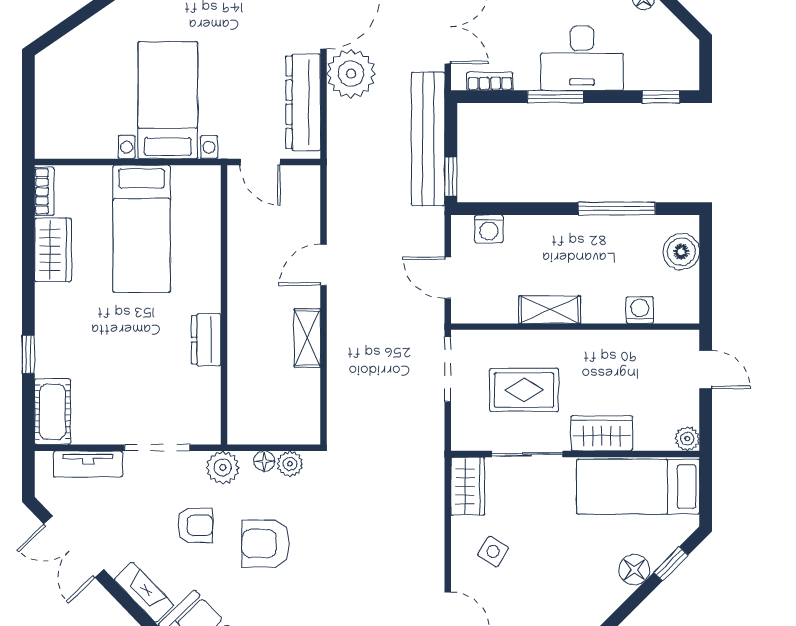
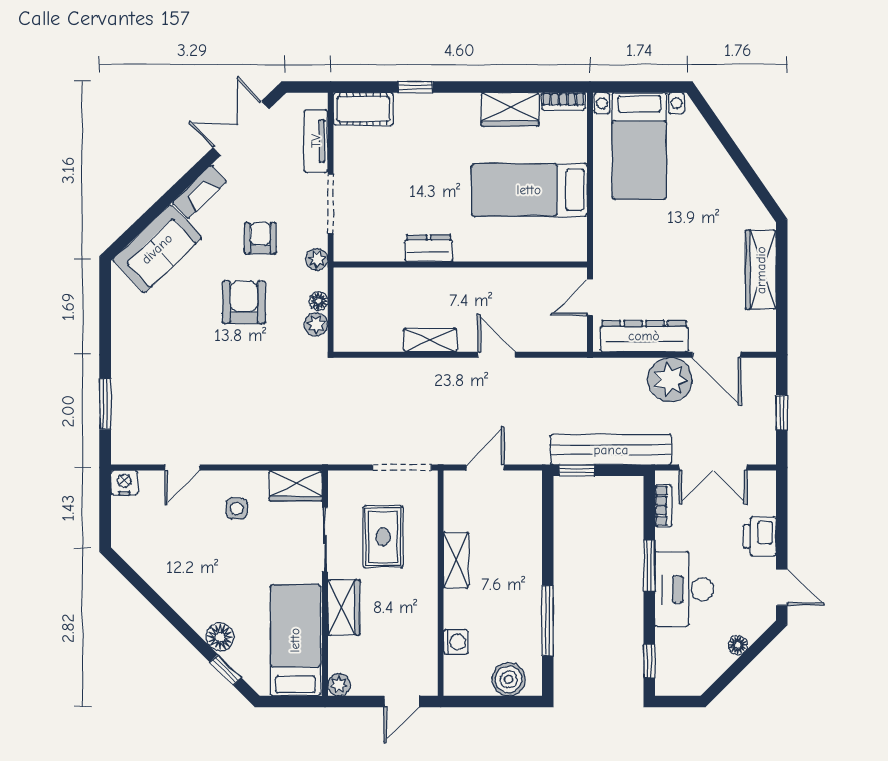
bed with nightstands: (168, 100) -> (639, 146), moved, turned 90
washing machine: (489, 229) -> (529, 505), removed
plant: (223, 468) -> (317, 259), width x0.73, depth x0.73
armchair: (195, 525) -> (260, 238), turned 180
side table: (493, 551) -> (237, 509), turned -32

